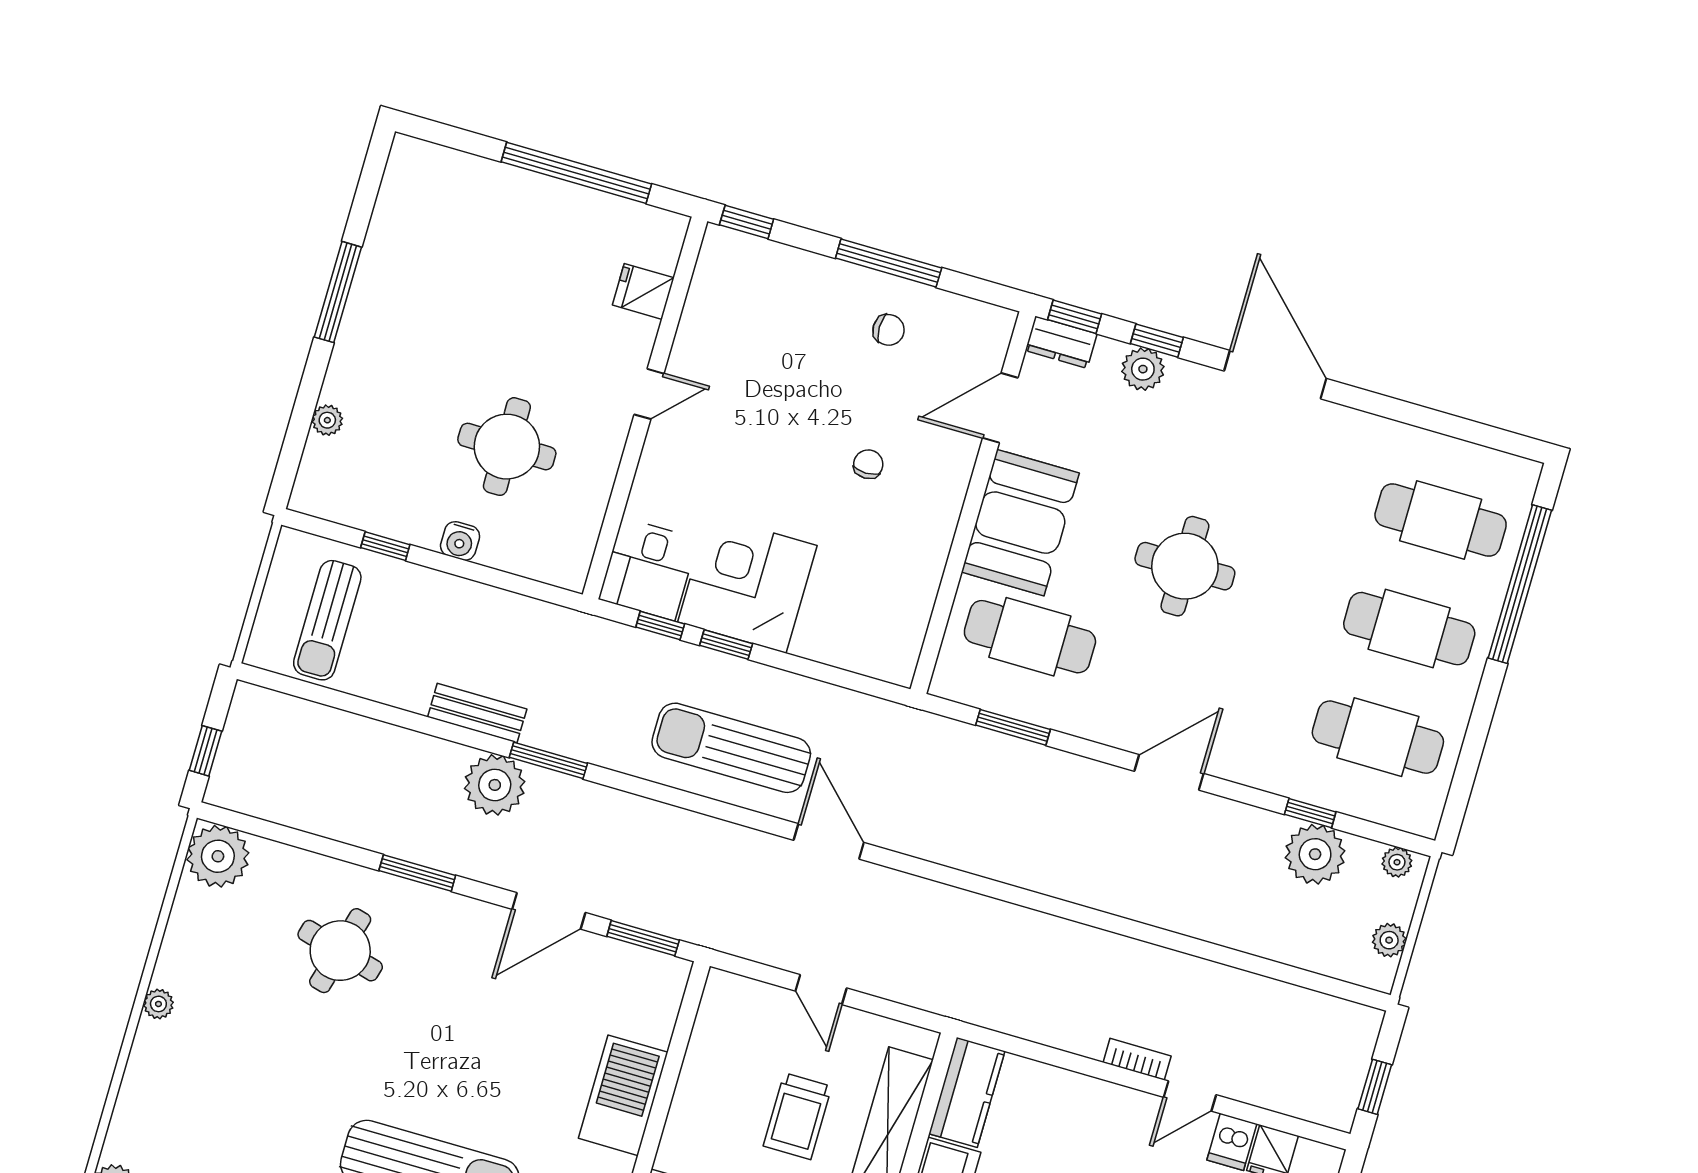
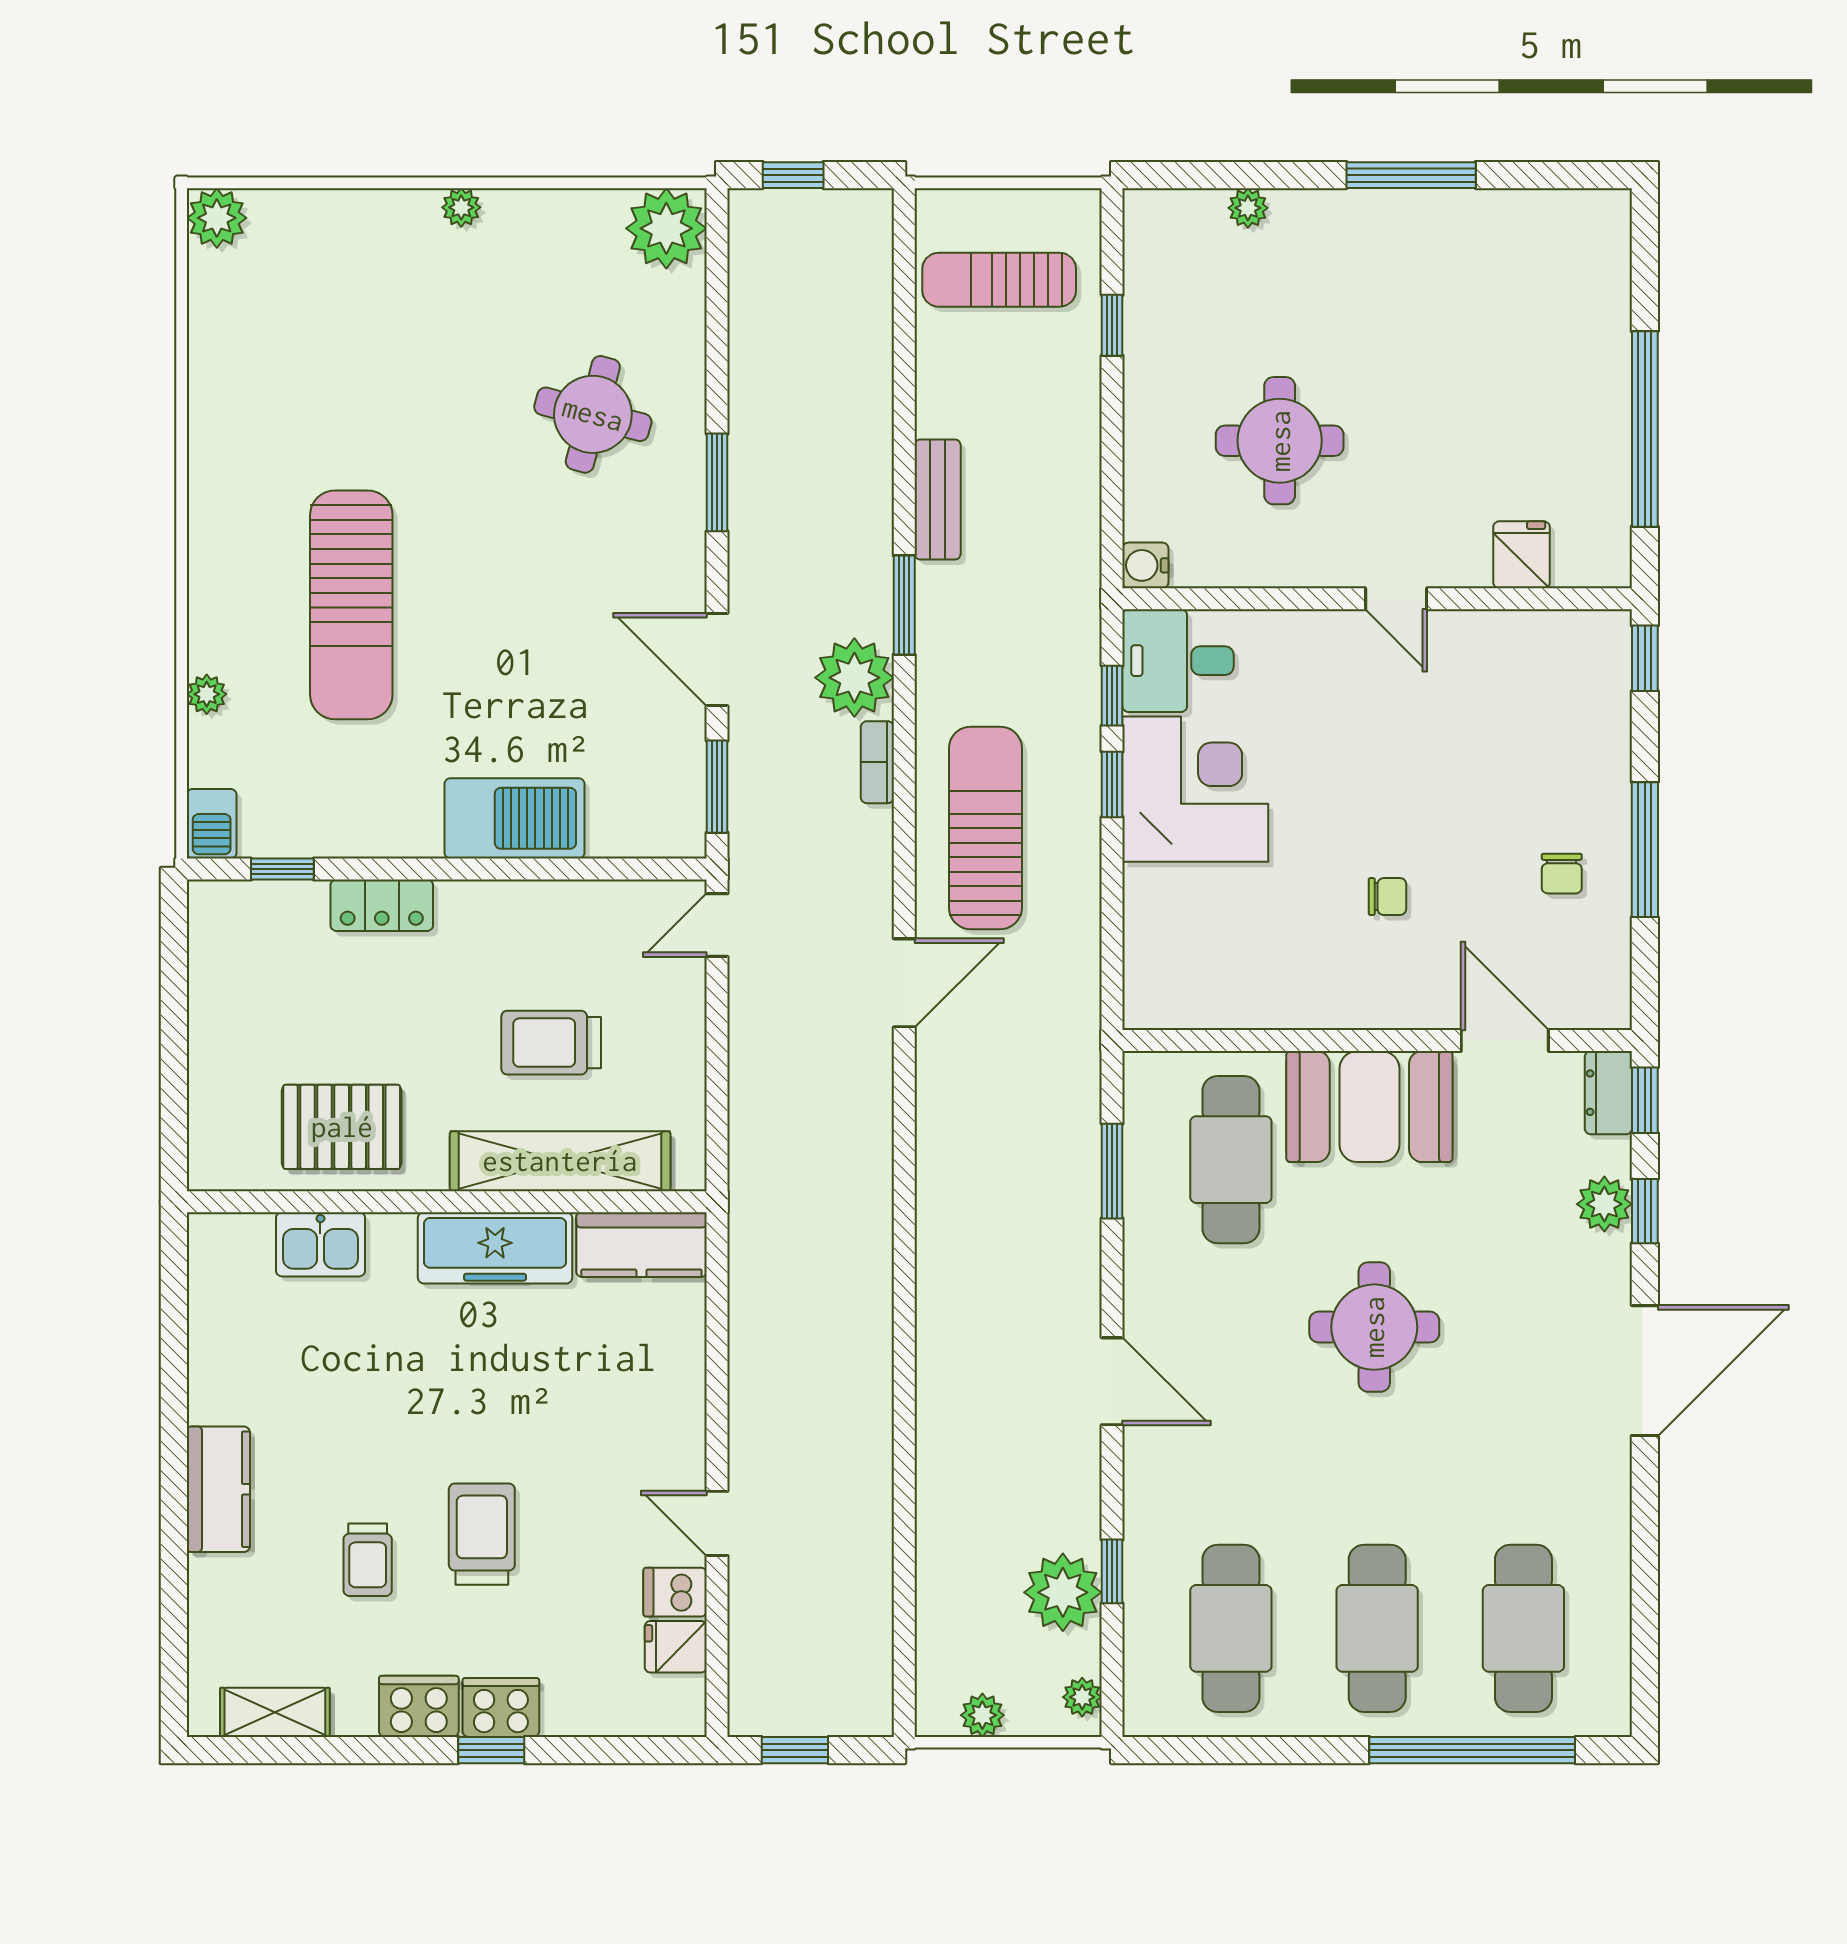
water cooler: (460, 541) -> (1145, 565), moved
plant: (495, 785) -> (854, 678), moved
door: (821, 990) -> (717, 925), moved
bookcase: (1137, 1059) -> (877, 762), moved, turned 180

